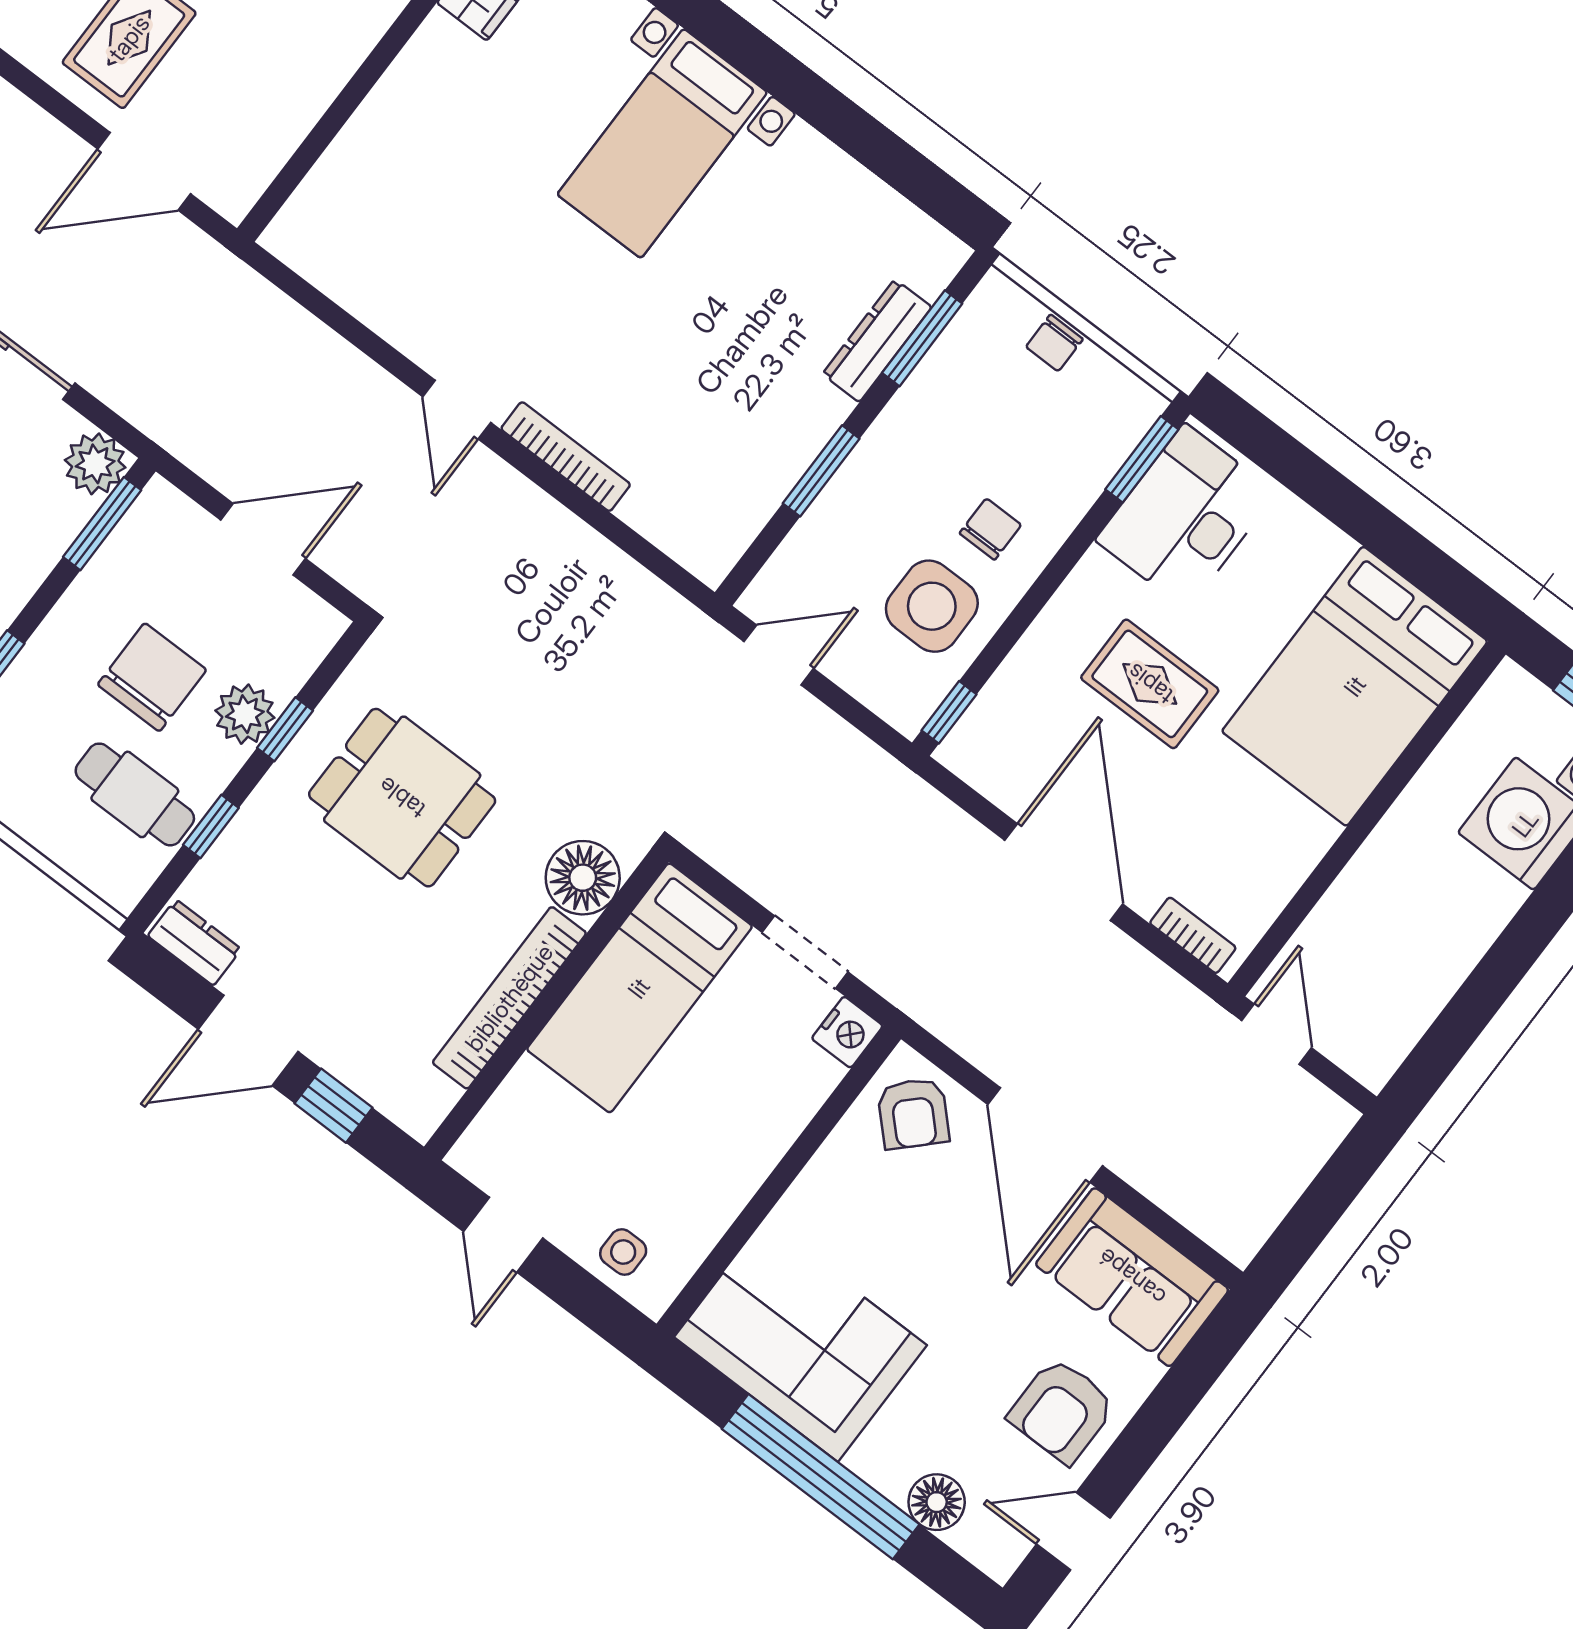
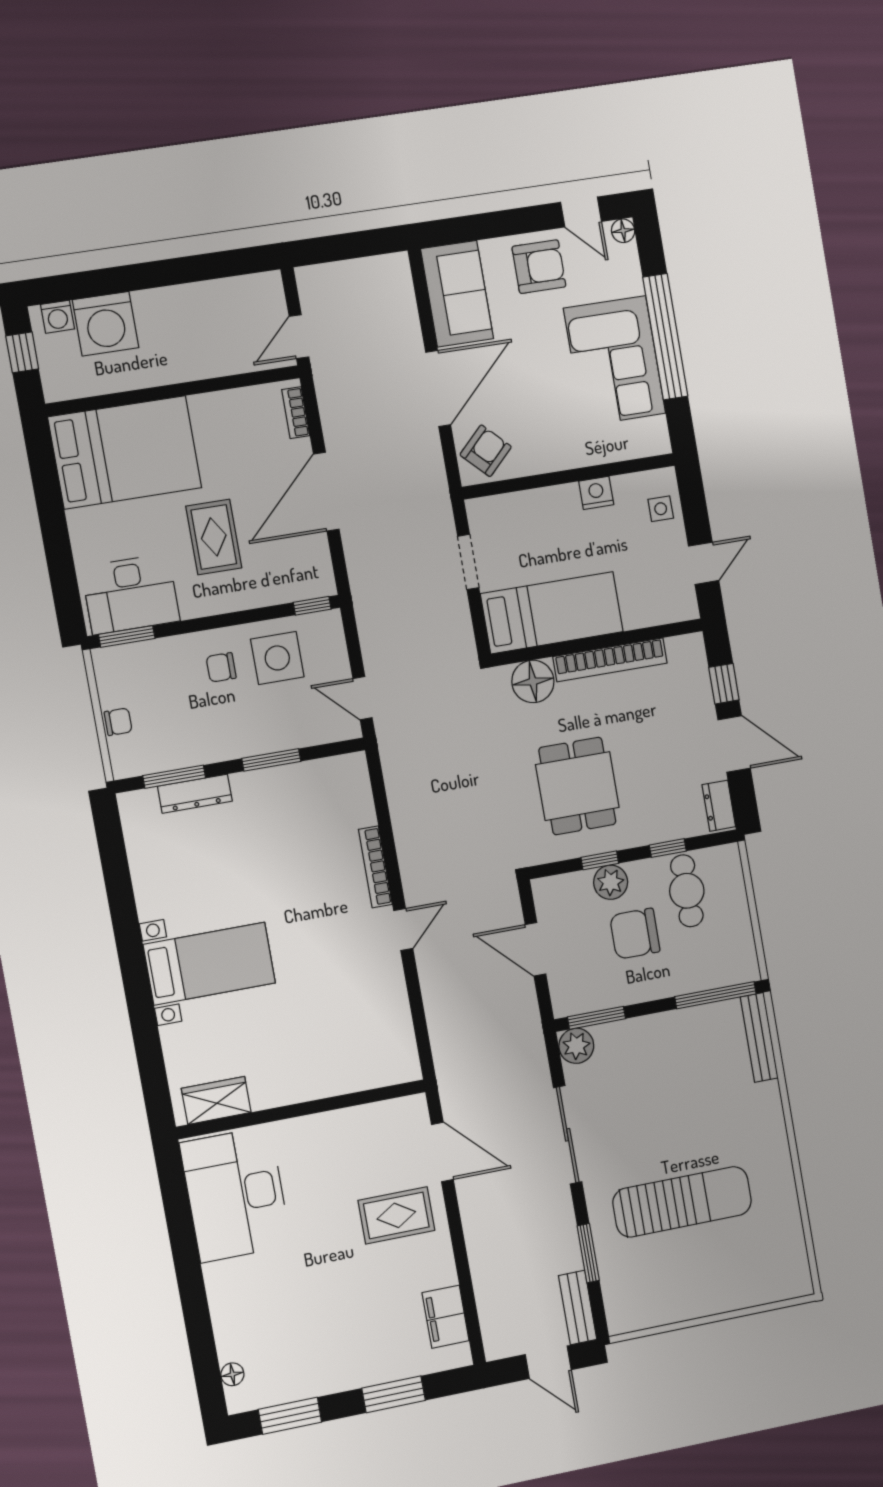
nightstand: (847, 1032) -> (596, 493), moved
corner sofa: (800, 1341) -> (615, 361), moved
floor lamp: (937, 1502) -> (623, 231), moved, width x0.73, depth x0.73

